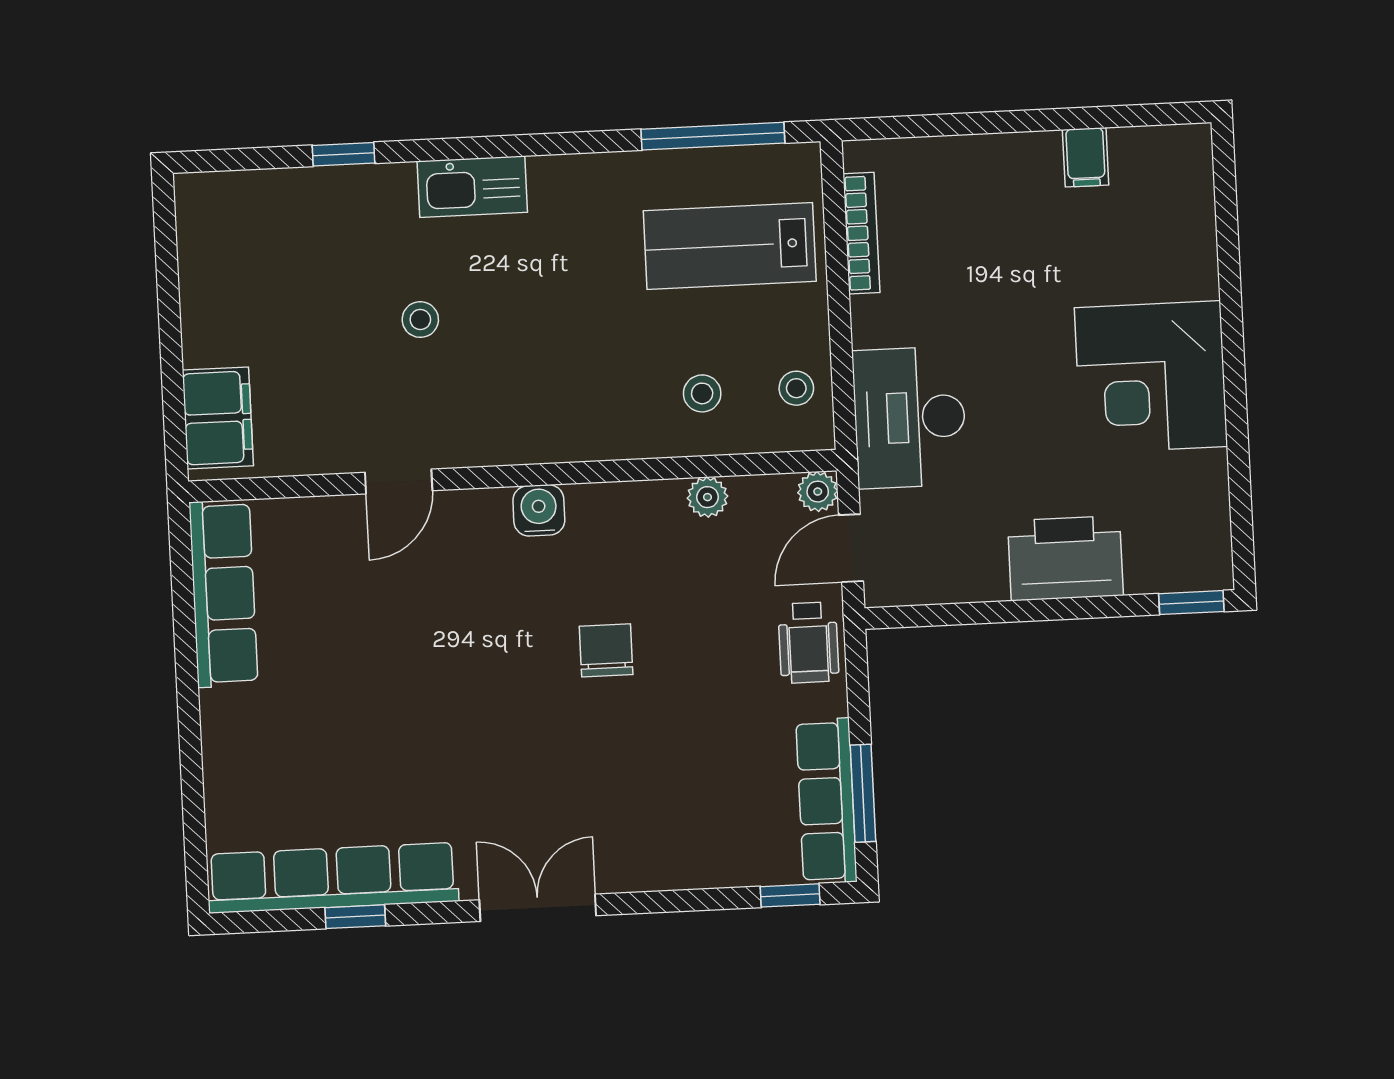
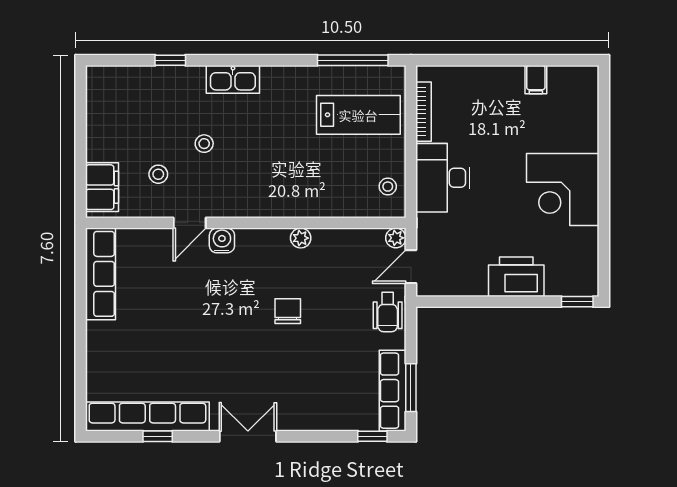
lab bench: (730, 246) -> (358, 115), turned 180
stool: (702, 393) -> (158, 174), moved
desk: (910, 417) -> (443, 178), moved
plant: (708, 497) -> (301, 238), moved
water cooler: (539, 510) -> (222, 240), moved

